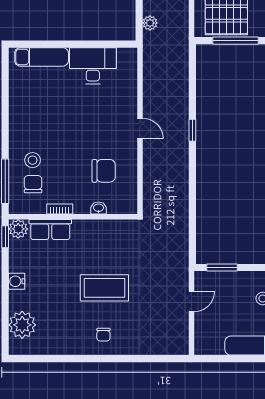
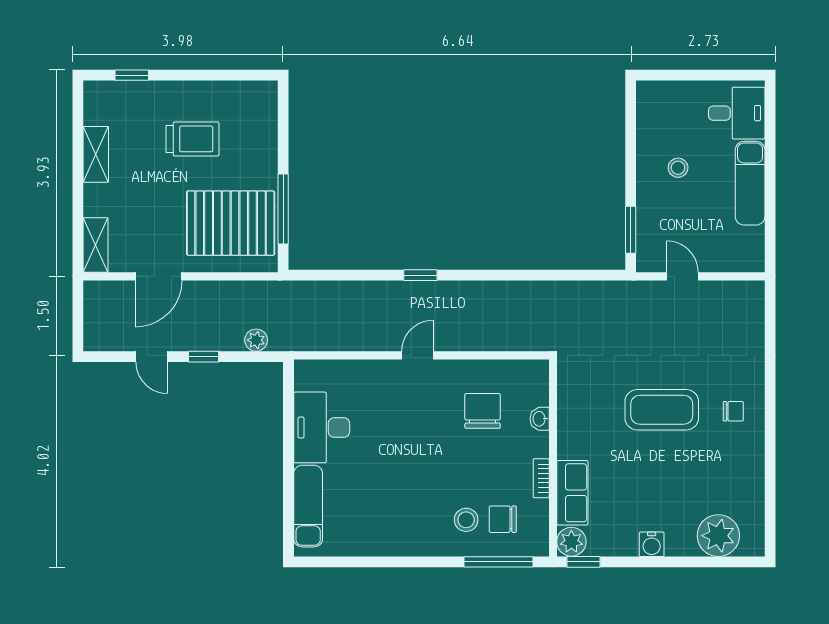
coffee table: (104, 288) -> (662, 410), turned 90

